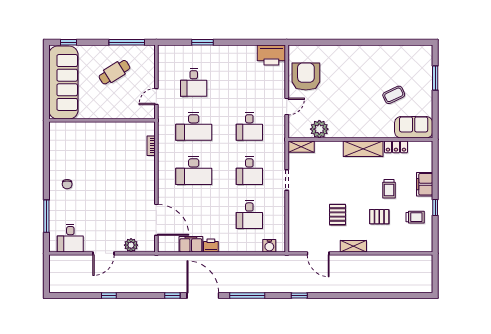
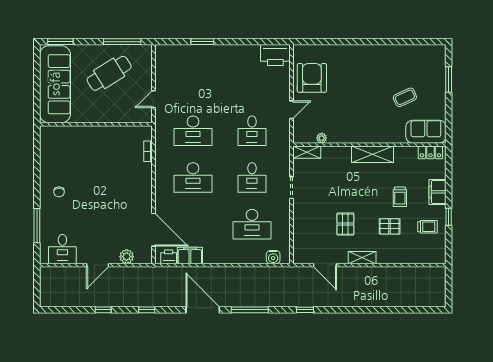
window: (69, 42) -> (60, 42), width x1.50
cafe table: (114, 72) -> (109, 73), width x1.37, depth x1.35
desk: (194, 82) -> (193, 84), removed
plant: (319, 129) -> (322, 138), width x0.53, depth x0.53
locker: (396, 147) -> (430, 152), moved
desk: (249, 215) -> (252, 224), width x1.37
printer: (211, 245) -> (169, 257), moved
window: (172, 295) -> (147, 310), moved

